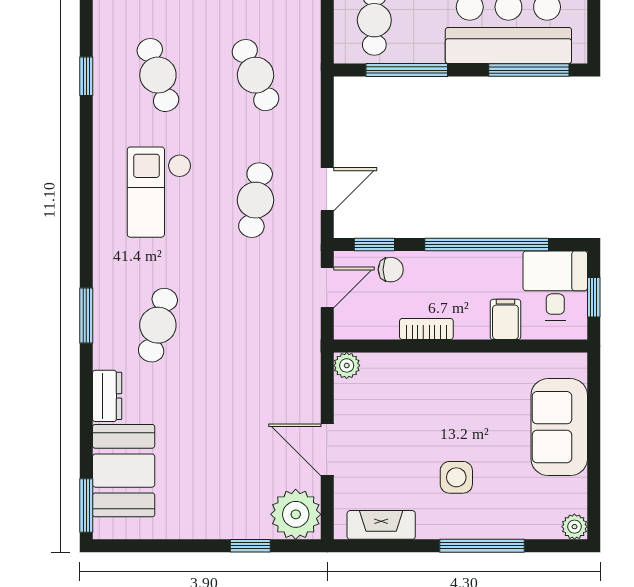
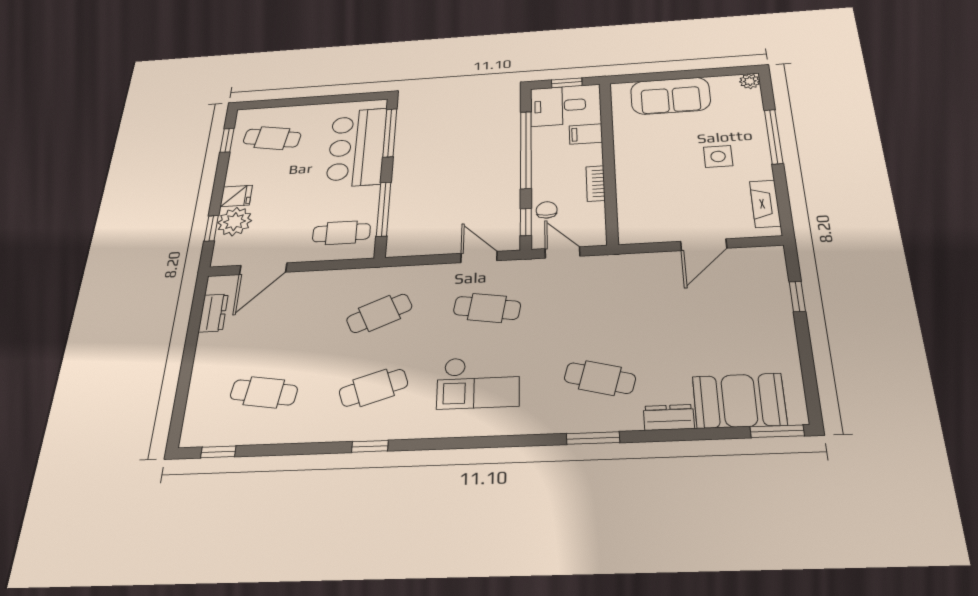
plant: (347, 365) -> (629, 235), removed
plant: (296, 514) -> (764, 264), removed

